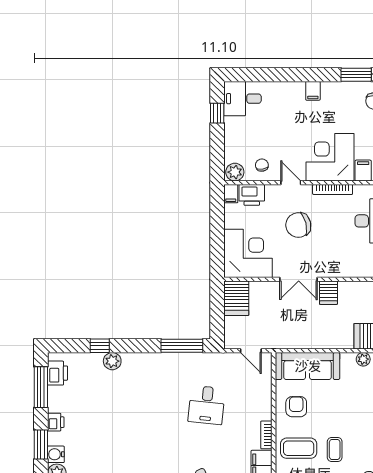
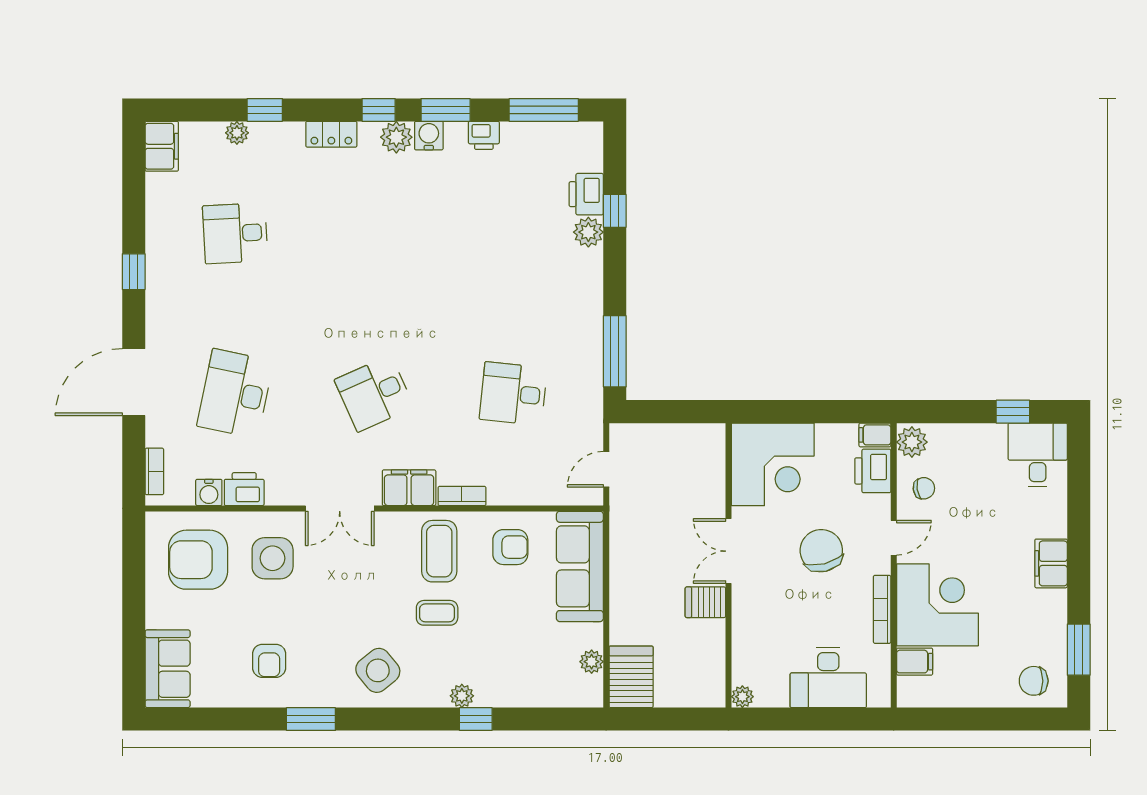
filing cabinet: (313, 91) -> (1051, 563), width x2.00
server rack: (236, 298) -> (696, 444), removed
printer: (57, 373) -> (586, 194), moved, turned 90

